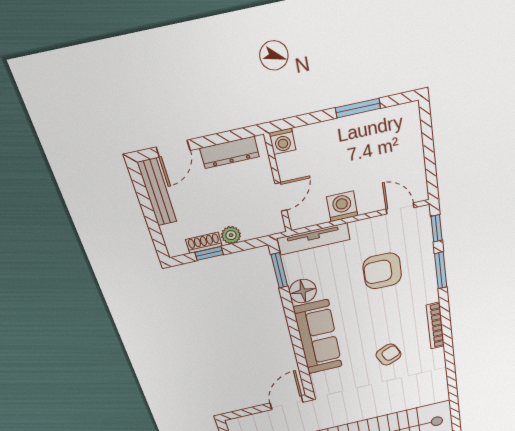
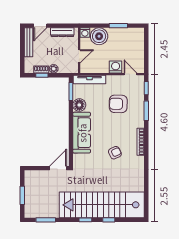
boiler: (317, 143) -> (99, 36), added
washing machine: (342, 206) -> (116, 67), moved

